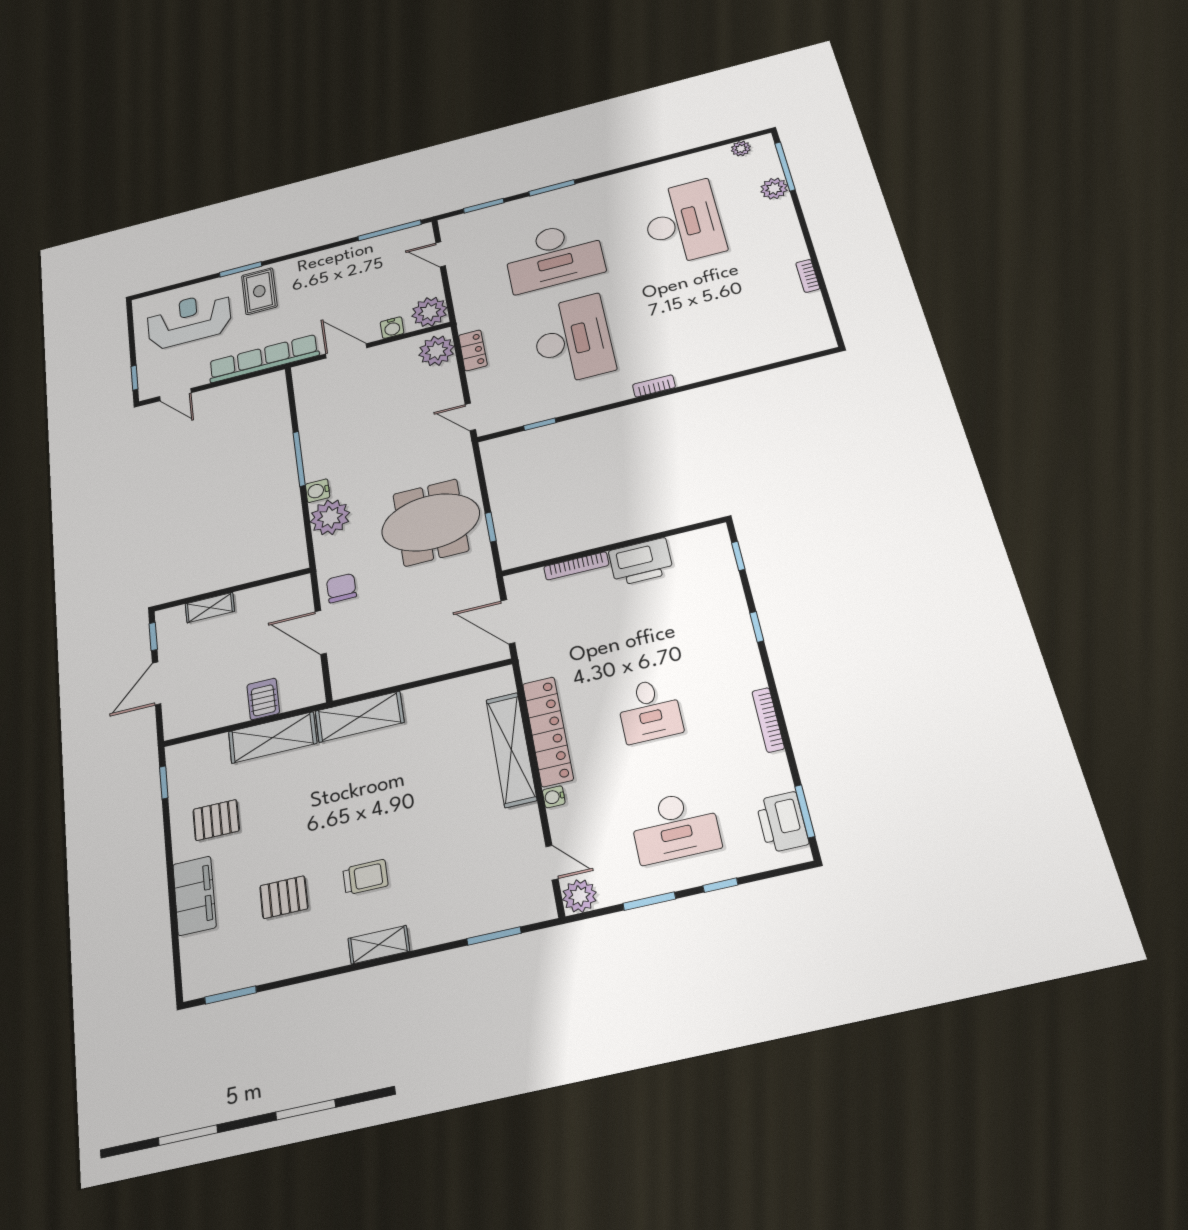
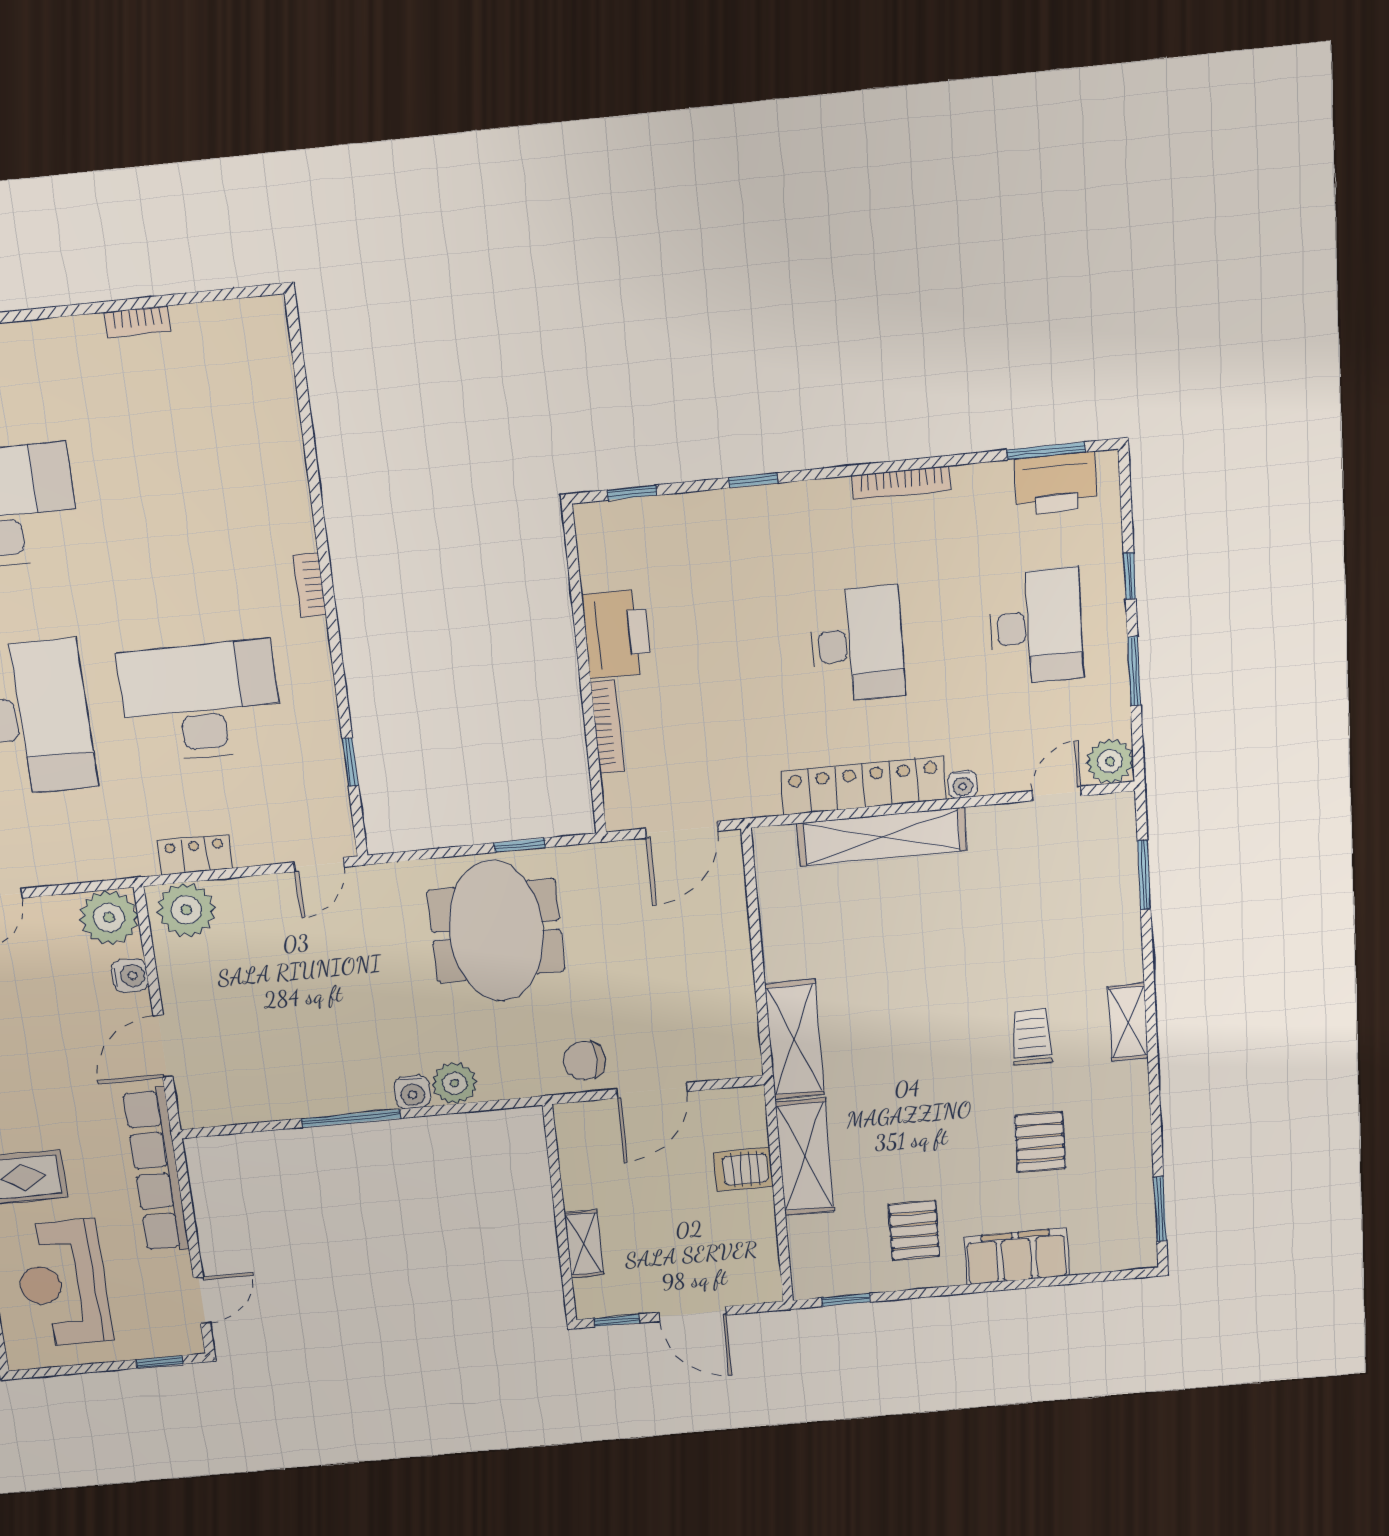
plant: (330, 517) -> (455, 1083), width x0.73, depth x0.73
desk: (649, 710) -> (857, 644), width x1.37

